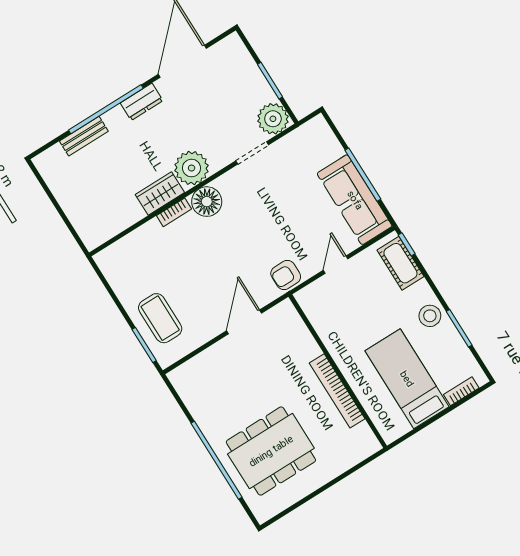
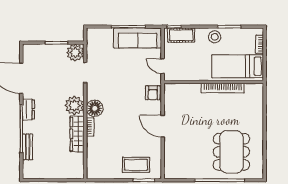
wardrobe: (160, 193) -> (77, 134), width x1.50
wall: (338, 371) -> (214, 82), moved
bookcase: (337, 391) -> (223, 88), moved

